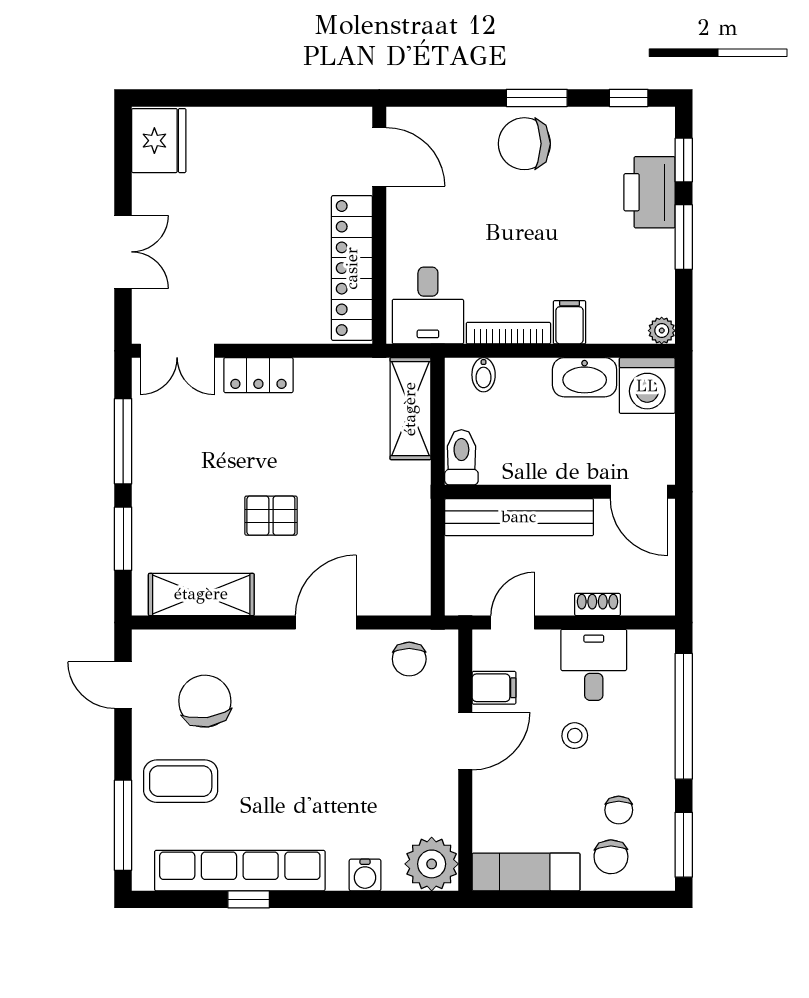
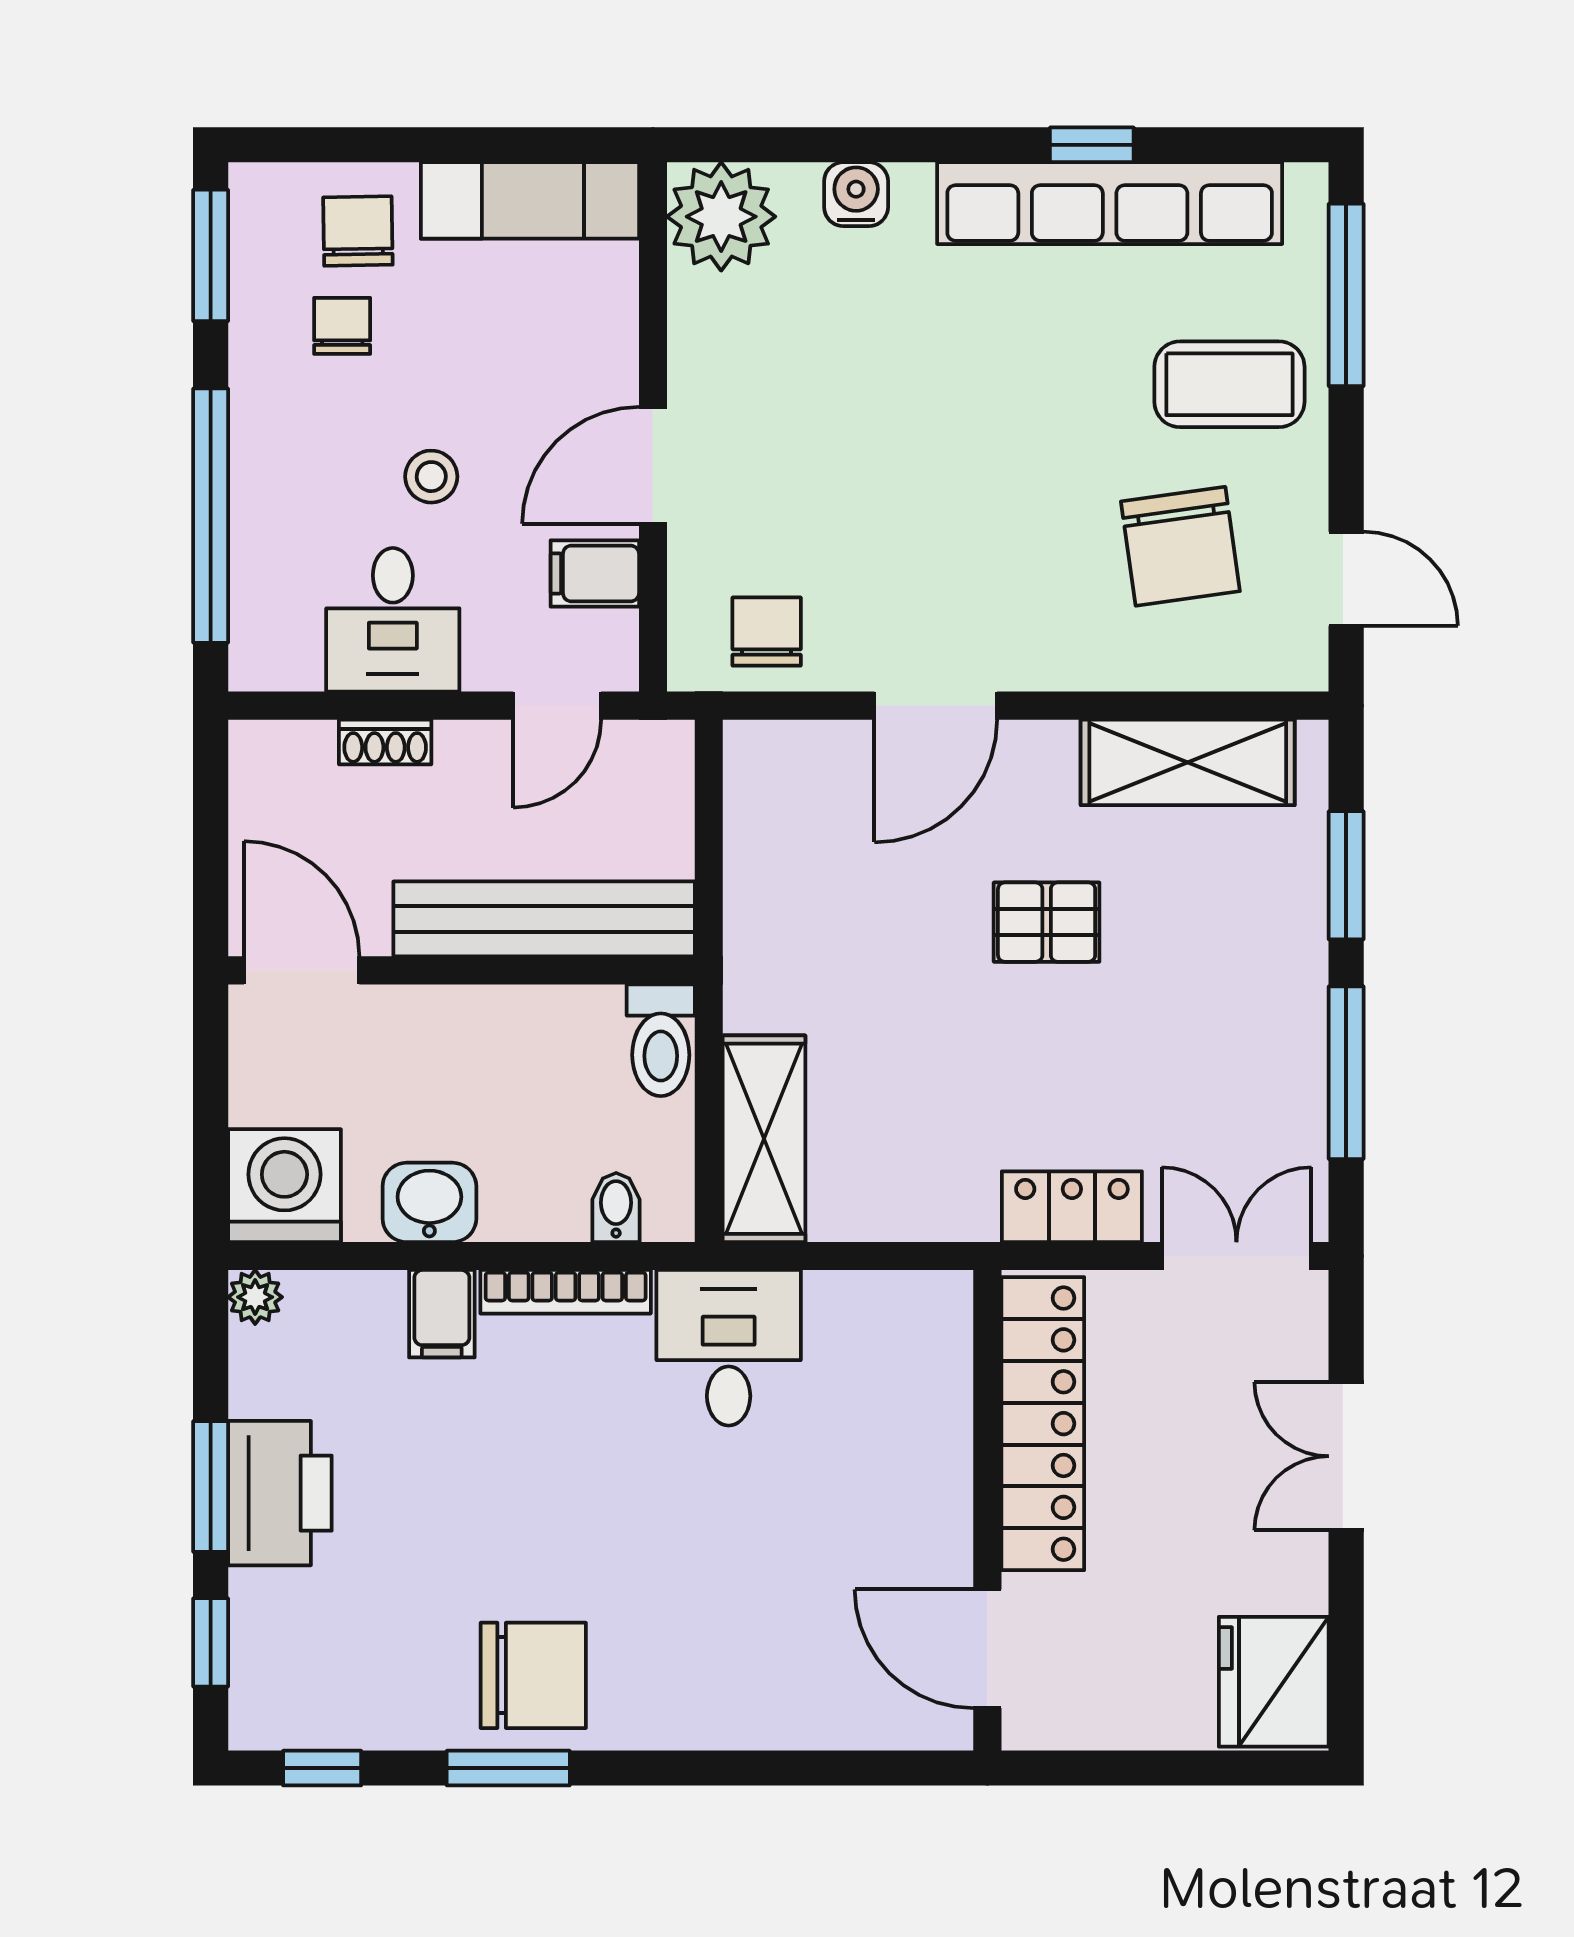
door: (379, 157) -> (987, 1649), moved
printer: (649, 192) -> (280, 1493), moved
wall: (379, 225) -> (987, 1510), moved
locker: (352, 268) -> (1043, 1424), moved
washbasin: (585, 377) -> (429, 1202), width x0.72

